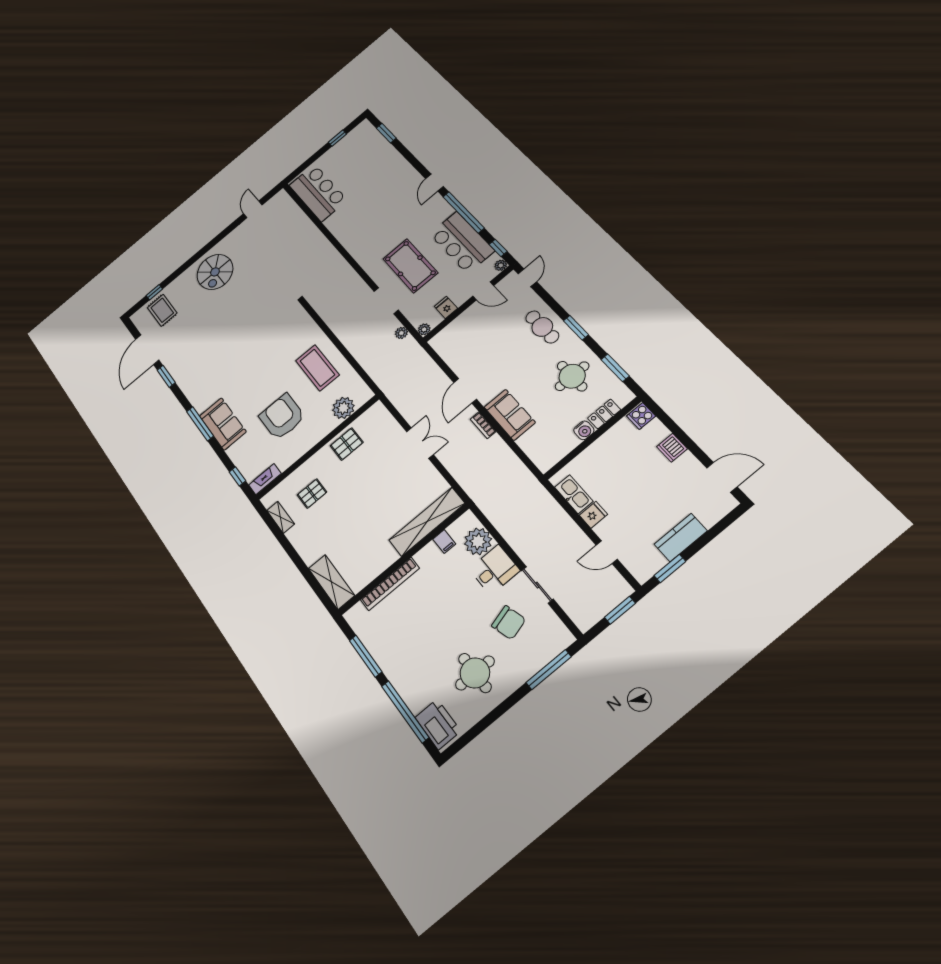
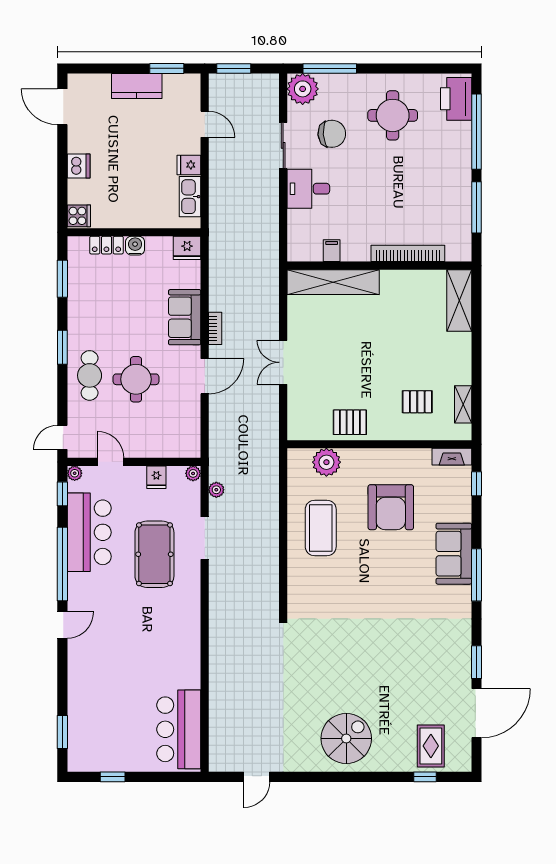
round table: (572, 376) -> (136, 379), moved
fridge: (546, 459) -> (187, 248), added
plant: (478, 541) -> (303, 89), moved
chair: (509, 623) -> (332, 134), turned 102

